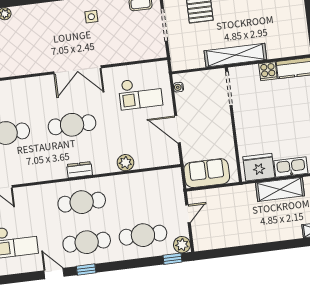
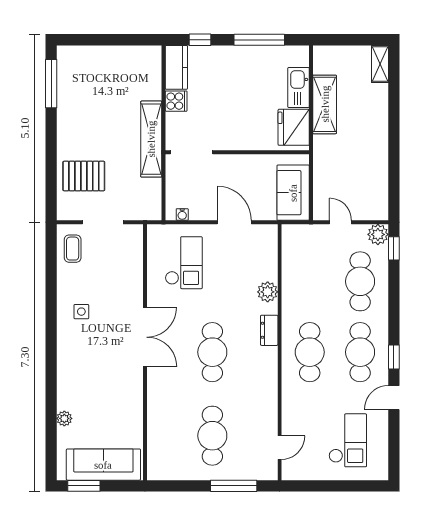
door: (177, 129) -> (234, 222), swing flipped
dresser: (80, 170) -> (269, 330), moved

